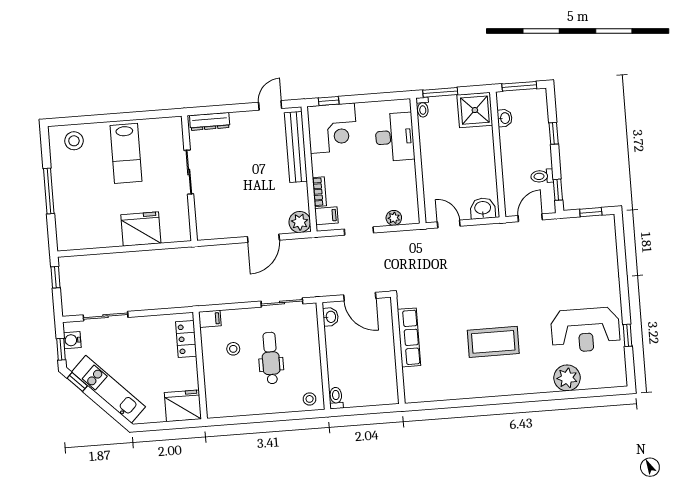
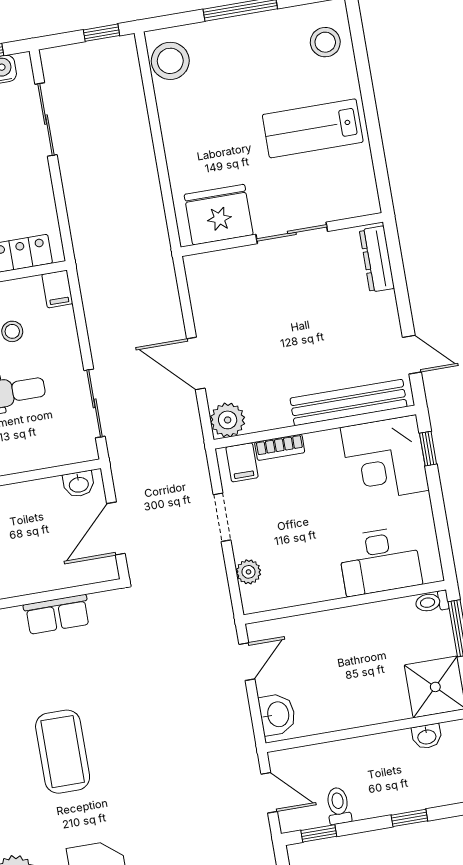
fridge: (141, 229) -> (219, 215), moved, turned -90
stool: (77, 237) -> (170, 61), added
row of seats: (409, 337) -> (57, 614), width x0.68

